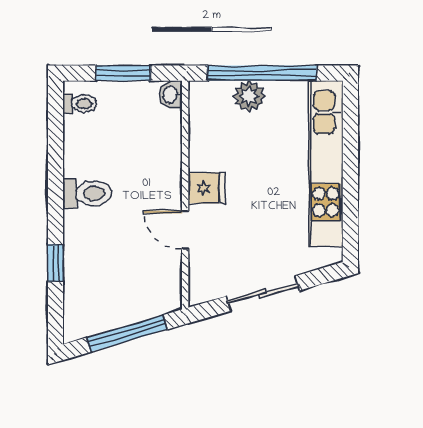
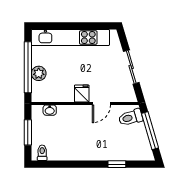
washbasin: (171, 94) -> (50, 110), moved
toilet: (87, 193) -> (131, 118), moved, turned -106

